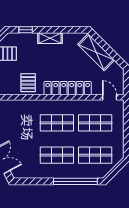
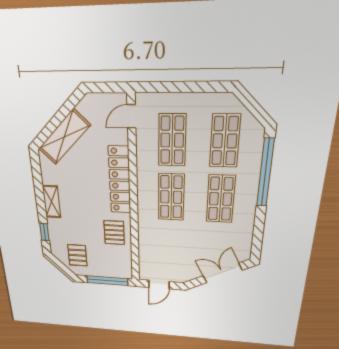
pallet: (28, 83) -> (114, 233), turned 90

